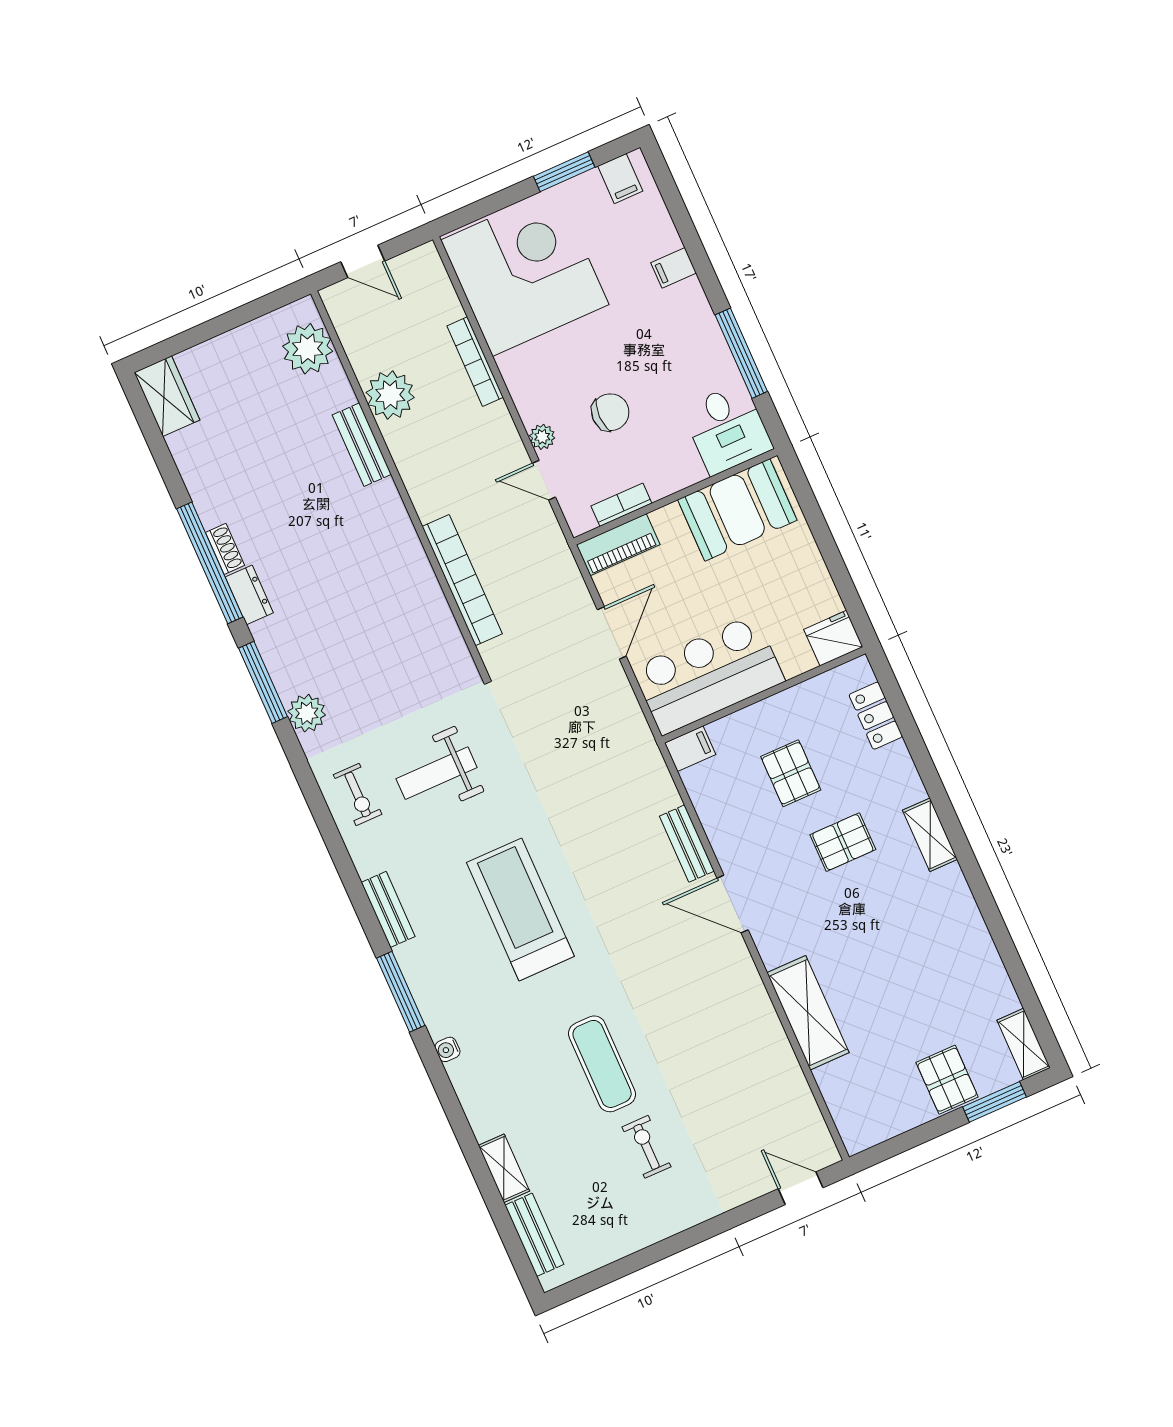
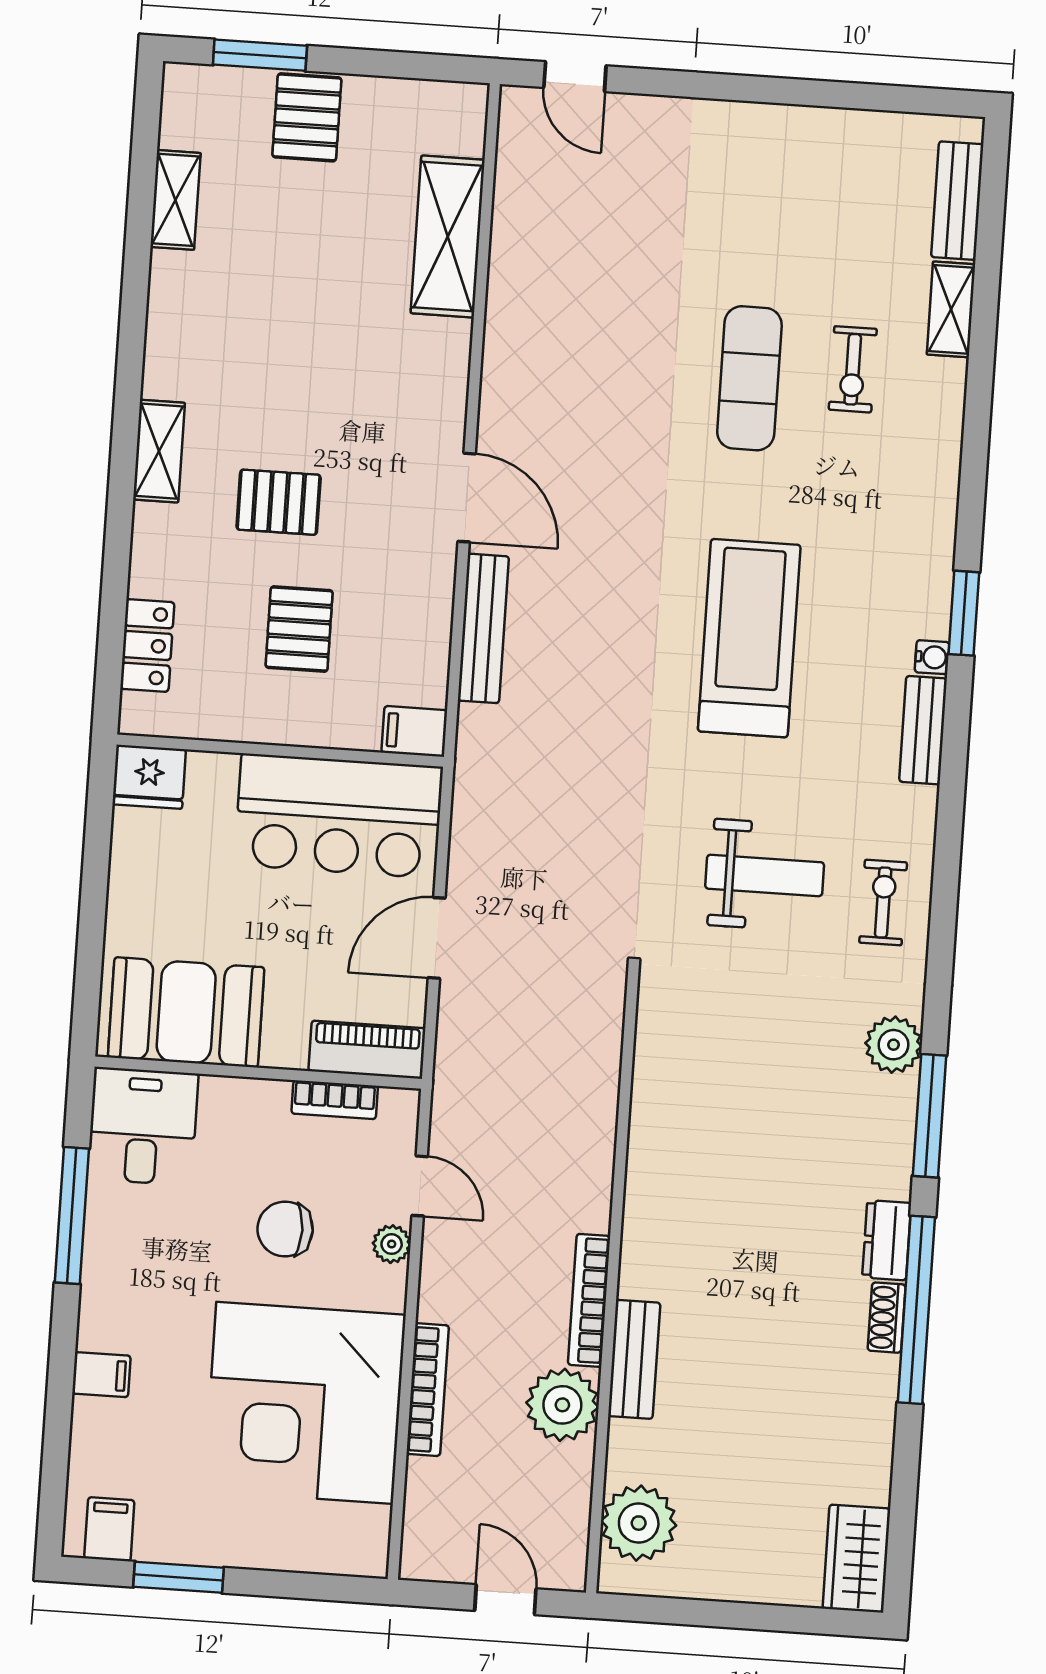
corner desk: (525, 272) -> (305, 1403), moved
bookcase: (462, 580) -> (589, 1300), moved, width x0.68, depth x0.76
bench: (687, 844) -> (483, 628), width x1.36
treadmill: (520, 909) -> (749, 638), turned 180
window: (401, 992) -> (964, 613), width x0.69
shelving: (808, 1013) -> (448, 237), moved
shelving: (1024, 1044) -> (175, 200), moved
water cooler: (447, 1049) -> (932, 657), moved
exercise bike: (646, 1147) -> (853, 369), moved

